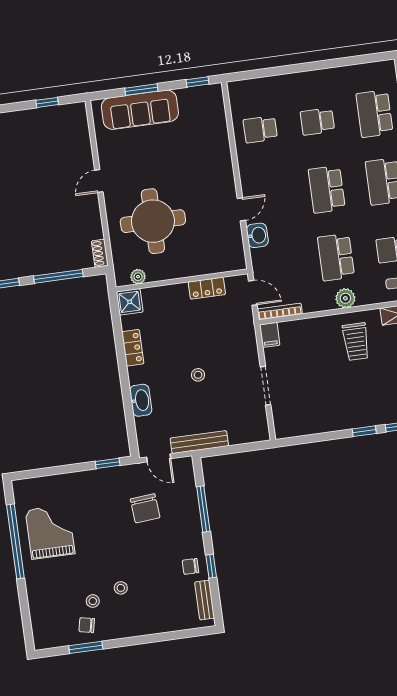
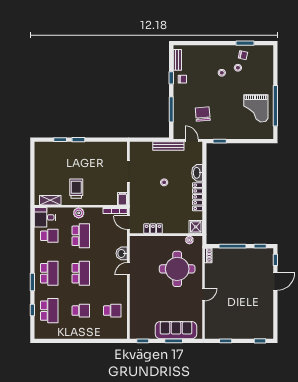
locker: (133, 348) -> (197, 197), width x1.53

